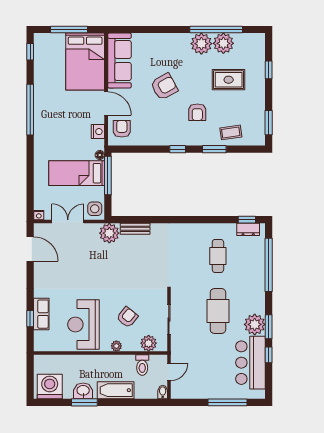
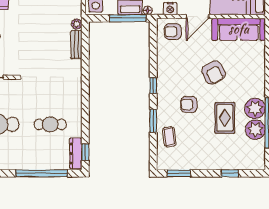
rug: (229, 80) -> (225, 118), moved
armchair: (122, 129) -> (173, 32), turned 180
dresser: (248, 229) -> (76, 153), width x1.44
plant: (109, 233) -> (77, 24), width x0.53, depth x0.53

